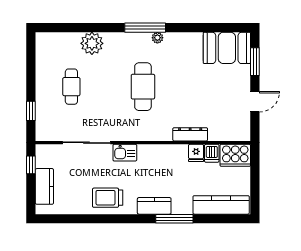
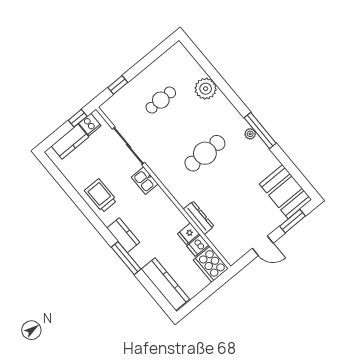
window: (145, 28) -> (260, 131), moved
cooker: (44, 159) -> (90, 124), added

